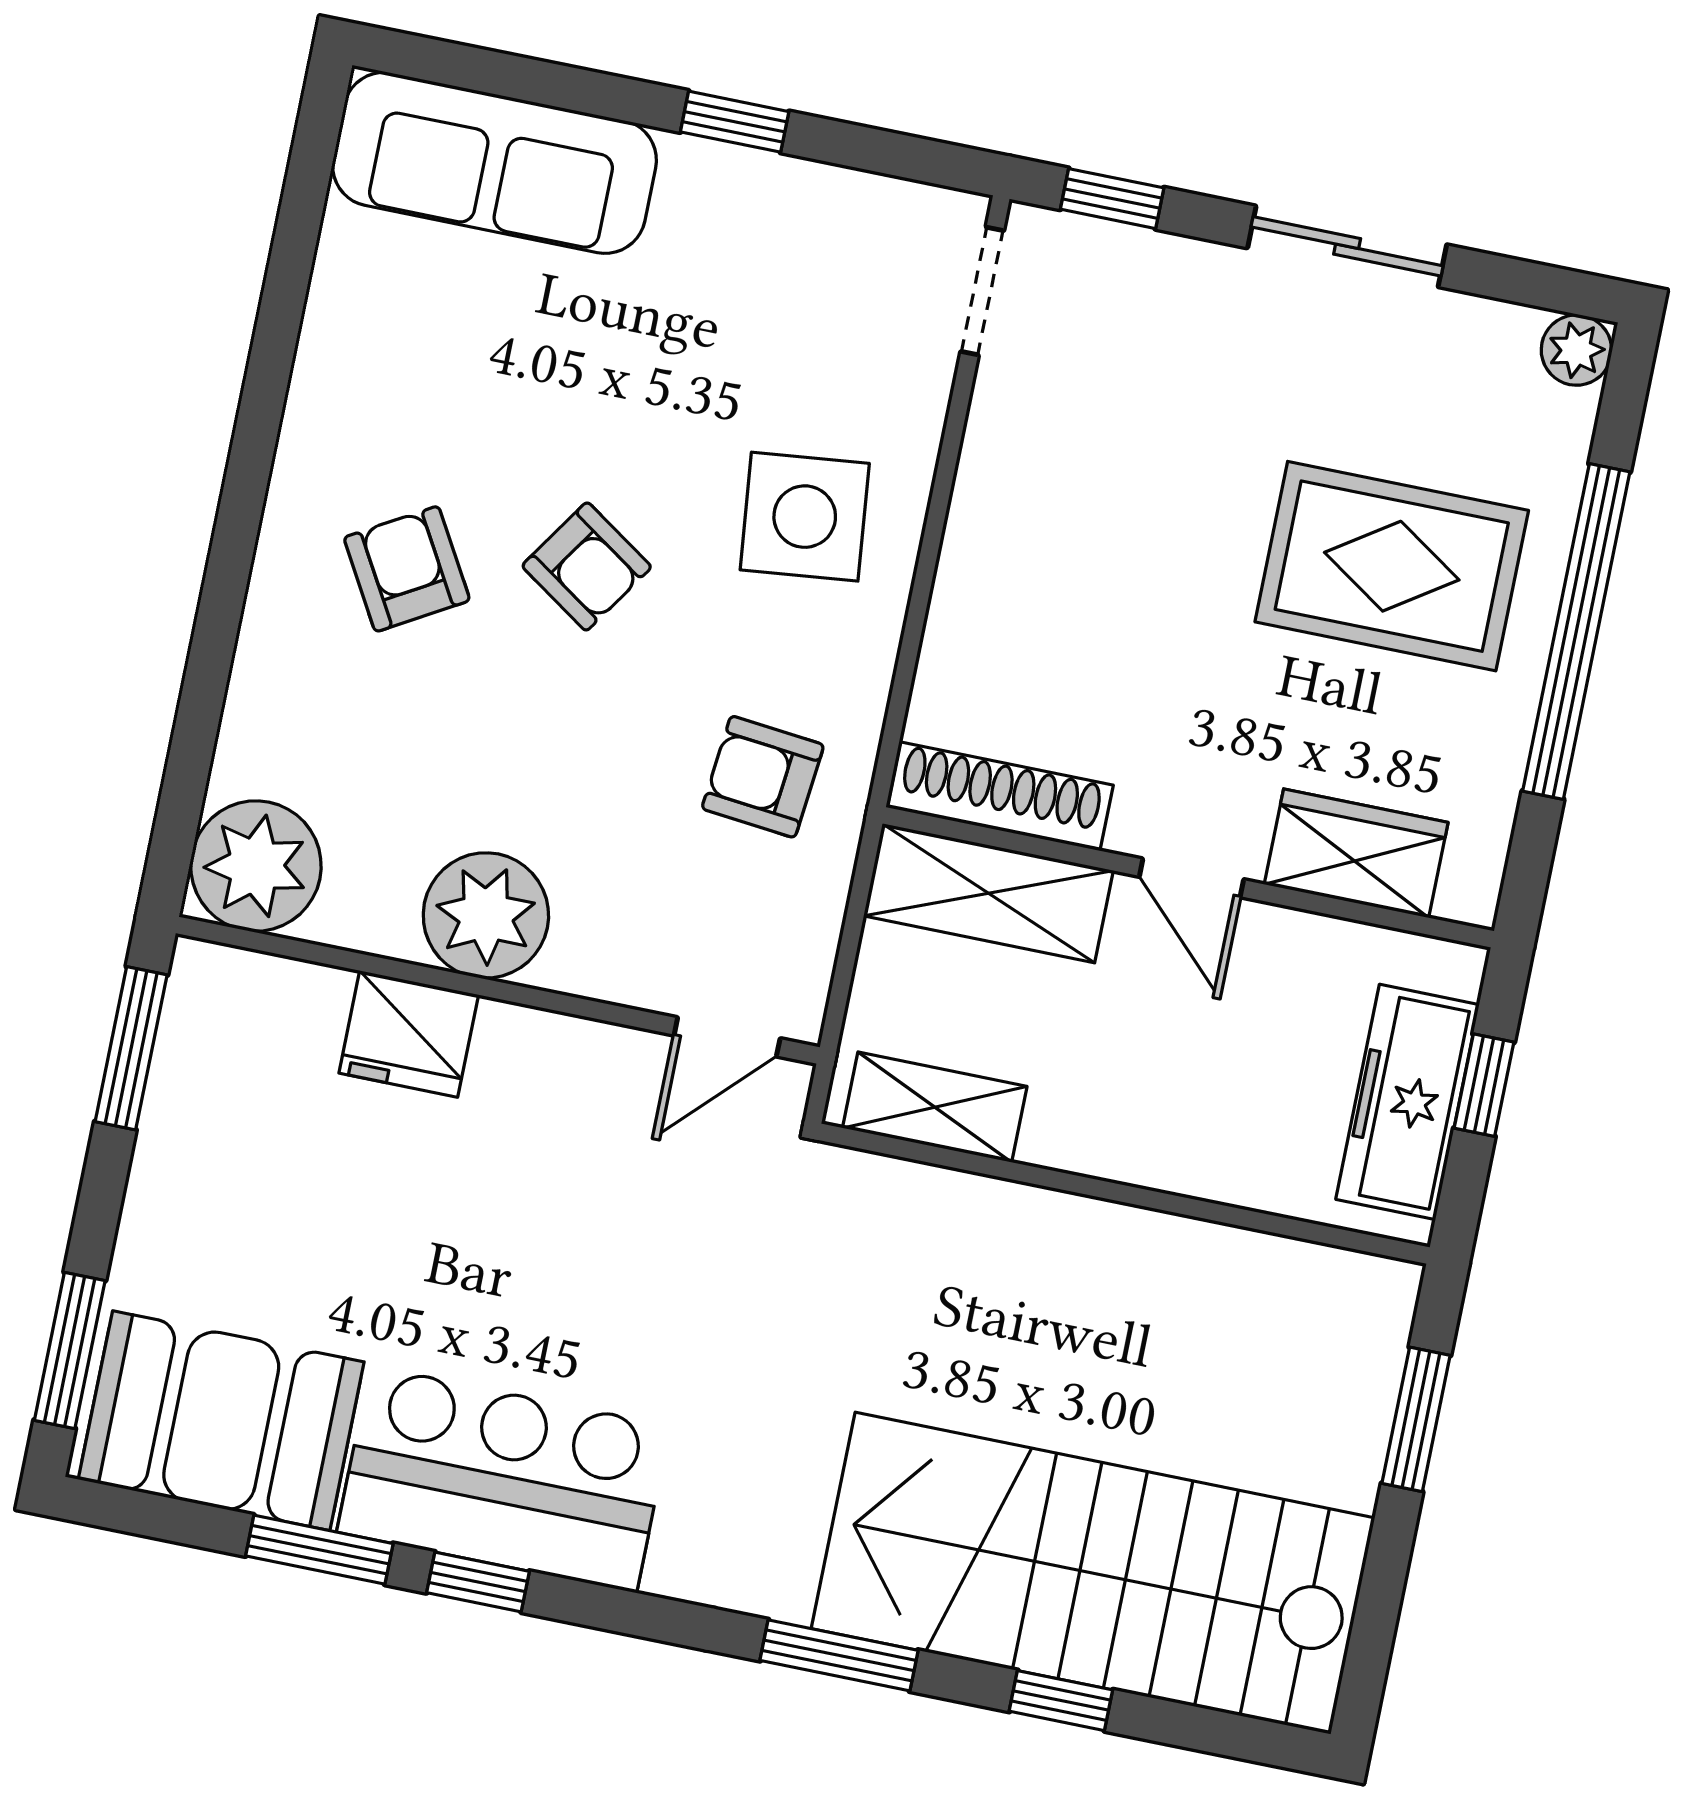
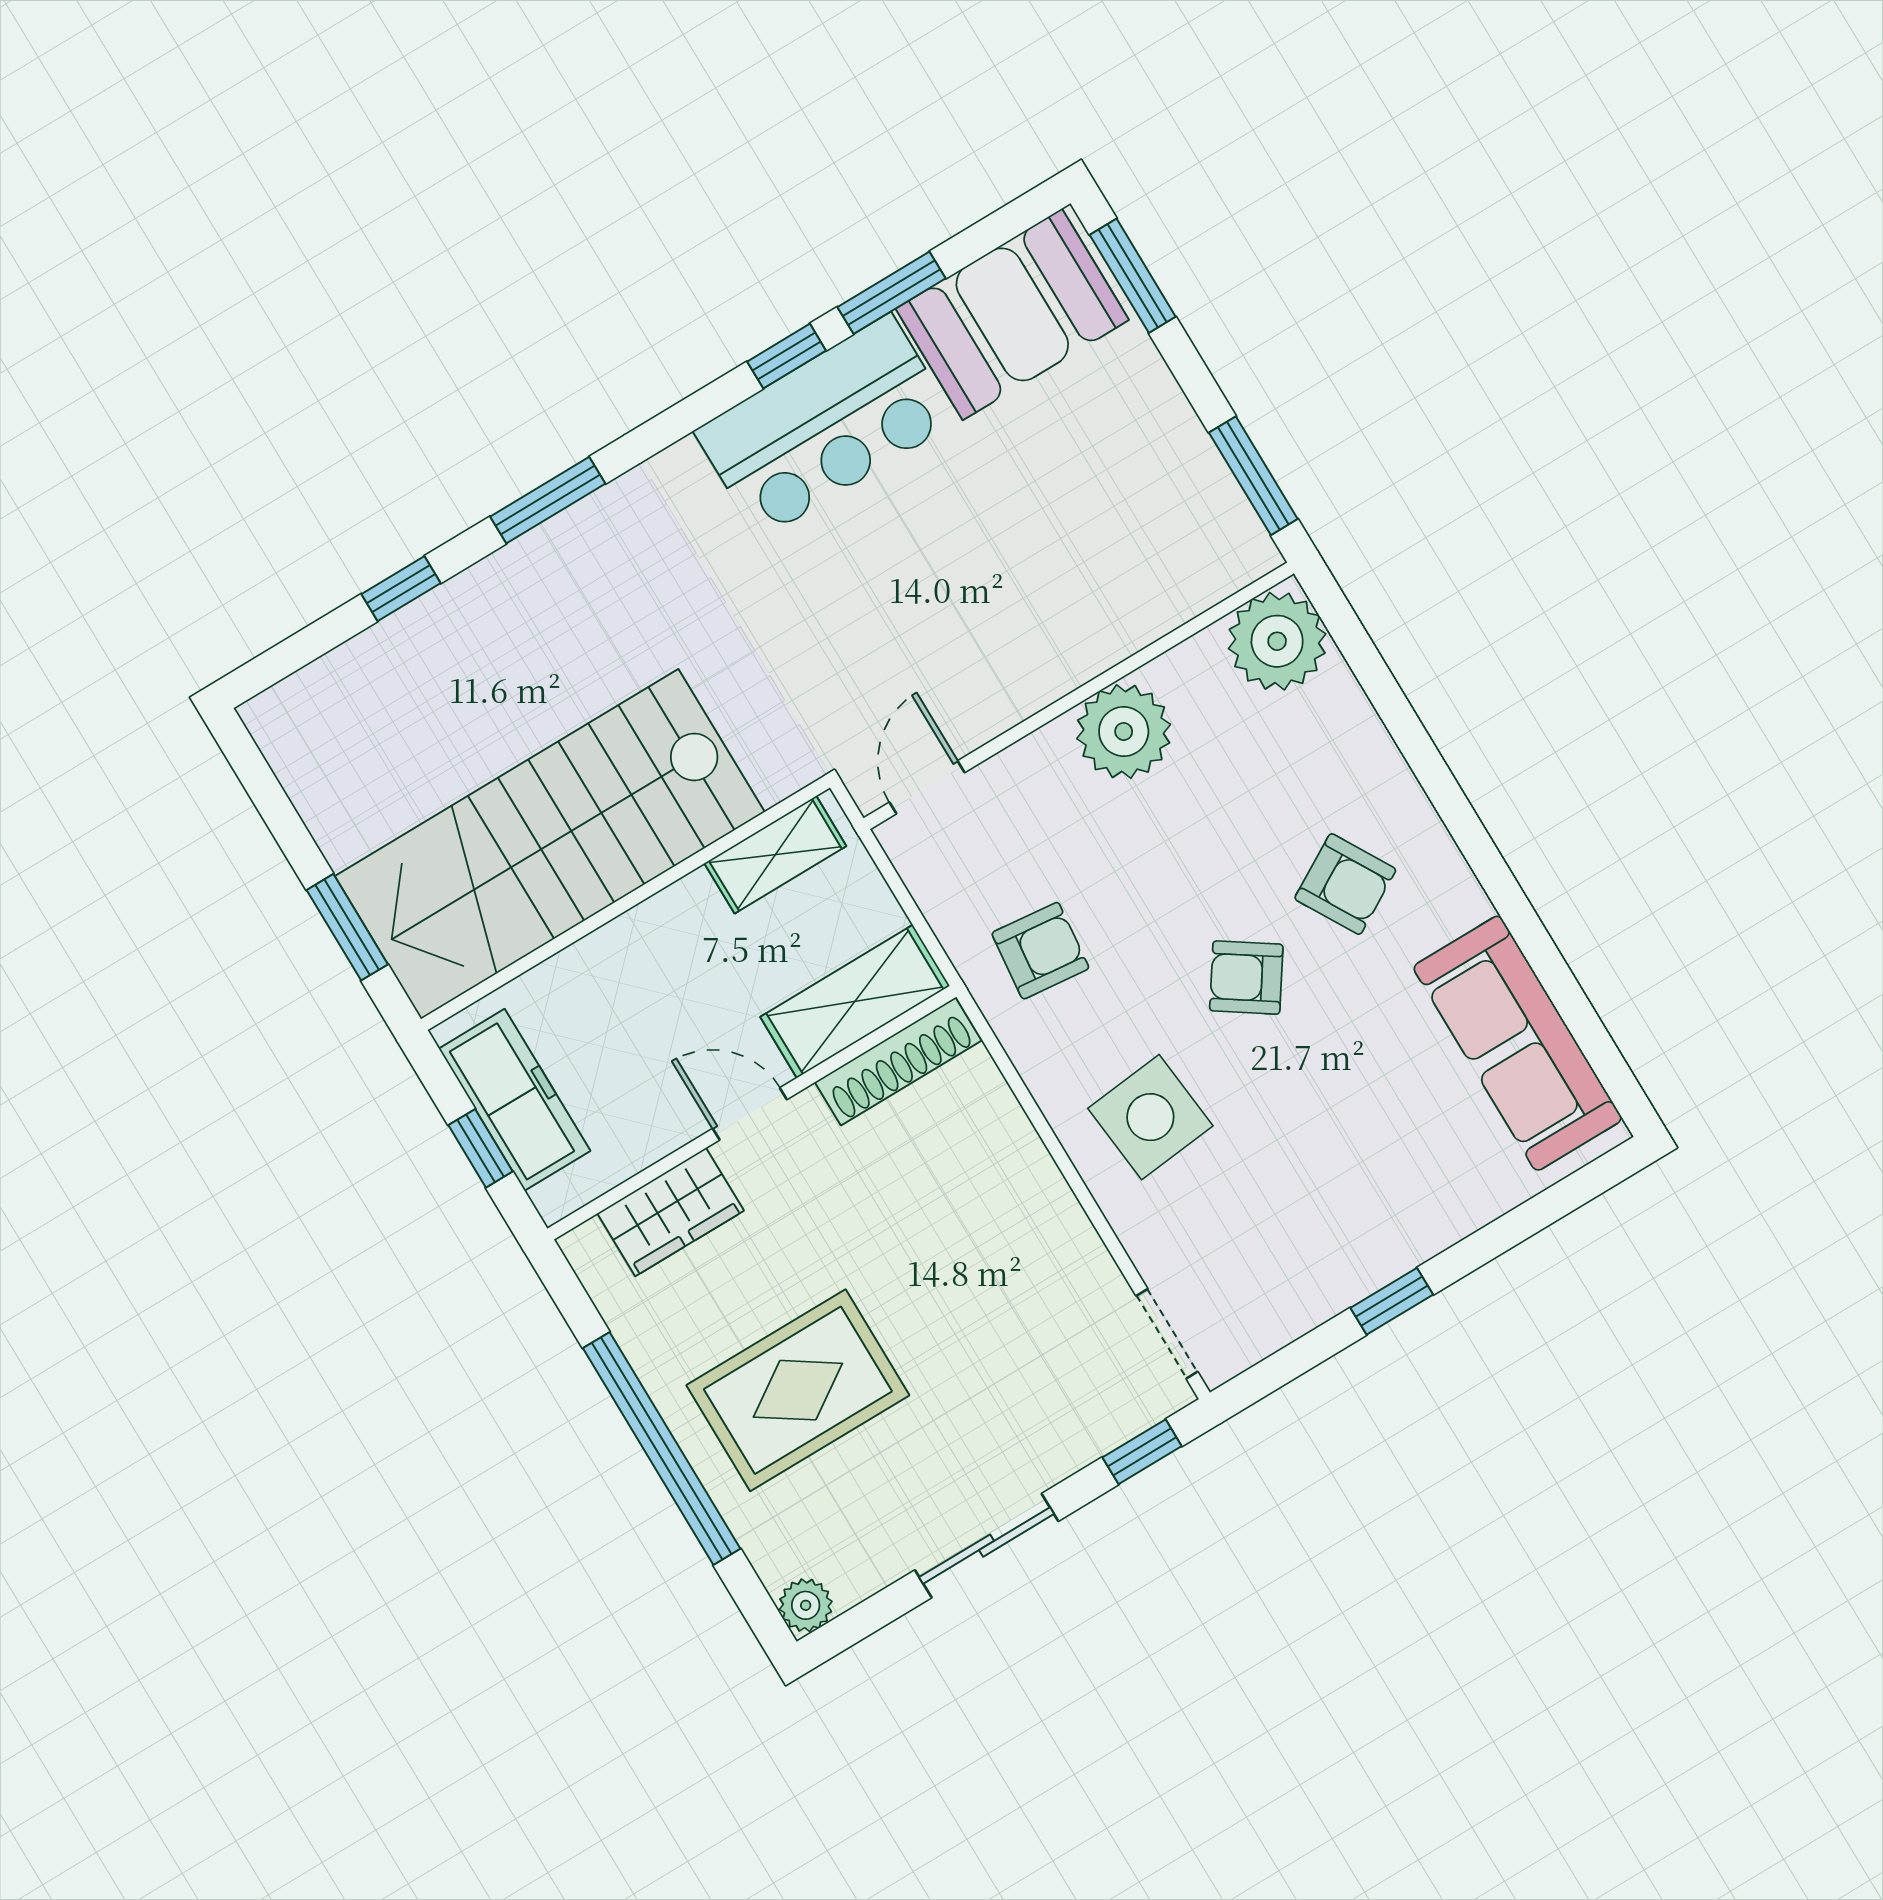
sofa: (494, 163) -> (1518, 1043), moved, turned -90
fridge: (409, 1034) -> (1106, 626), removed
stairs: (1093, 1573) -> (550, 844), moved, turned 180

